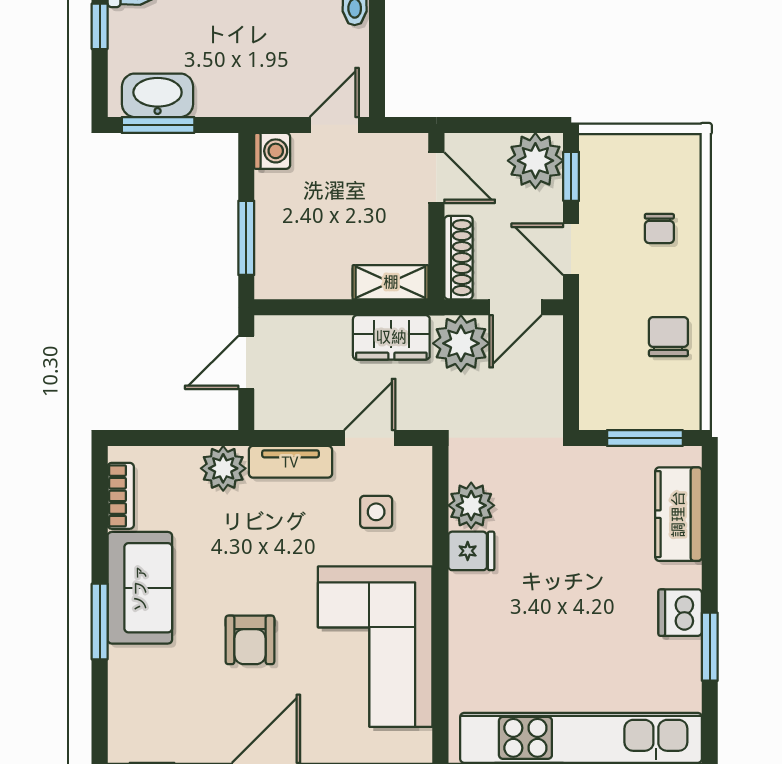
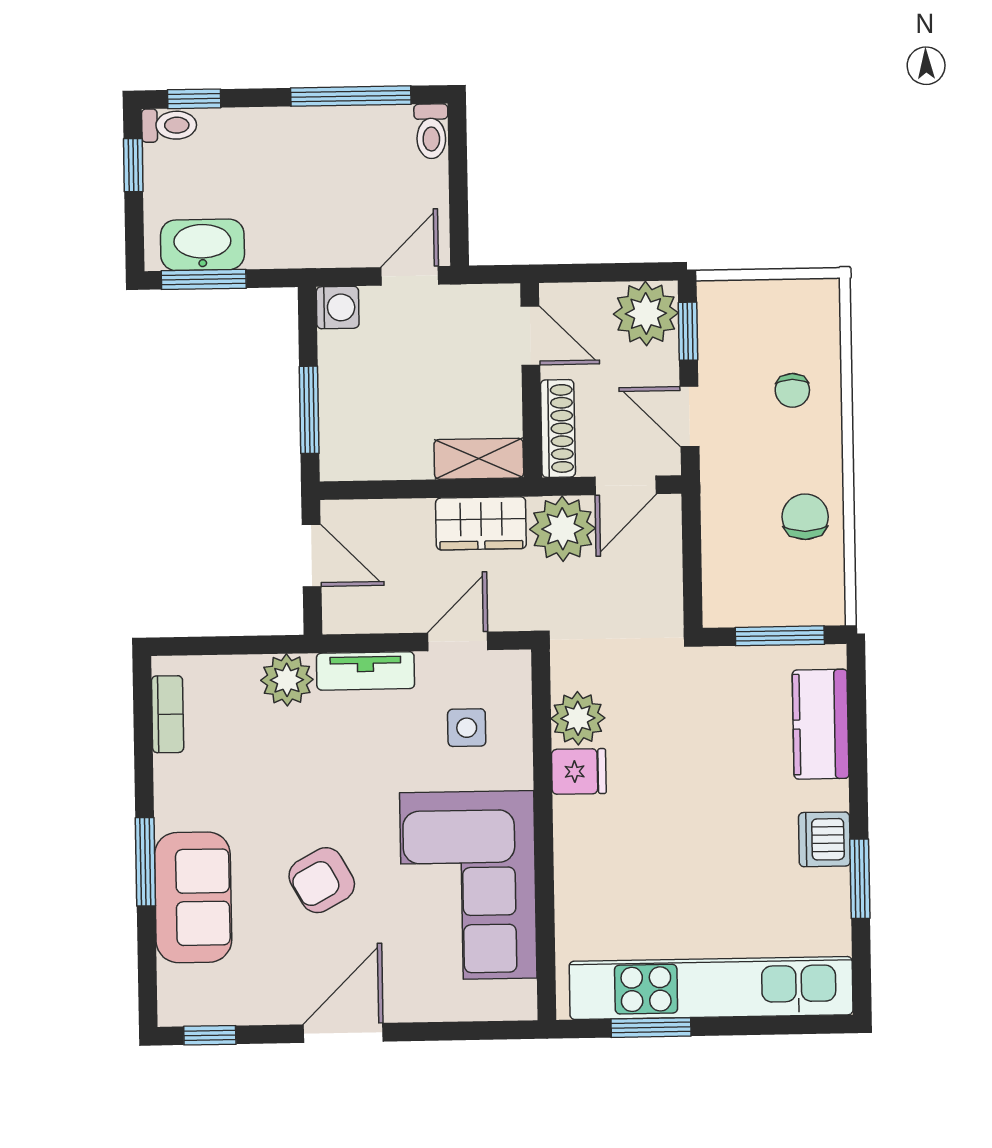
door: (246, 362) -> (312, 556), swing flipped
sofa: (140, 588) -> (193, 897), moved
armchair: (250, 640) -> (322, 880), turned 61

